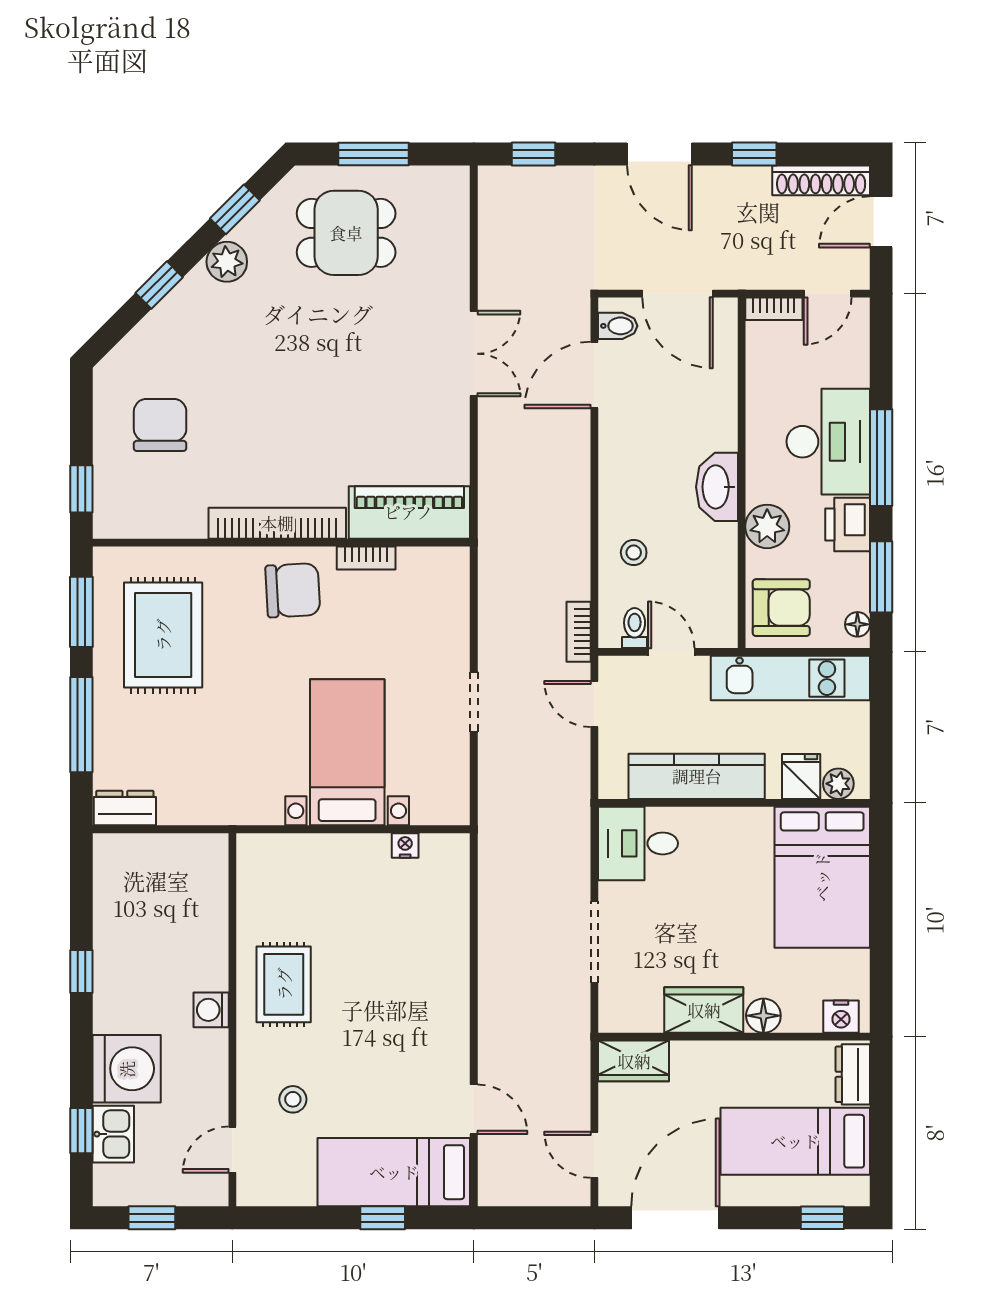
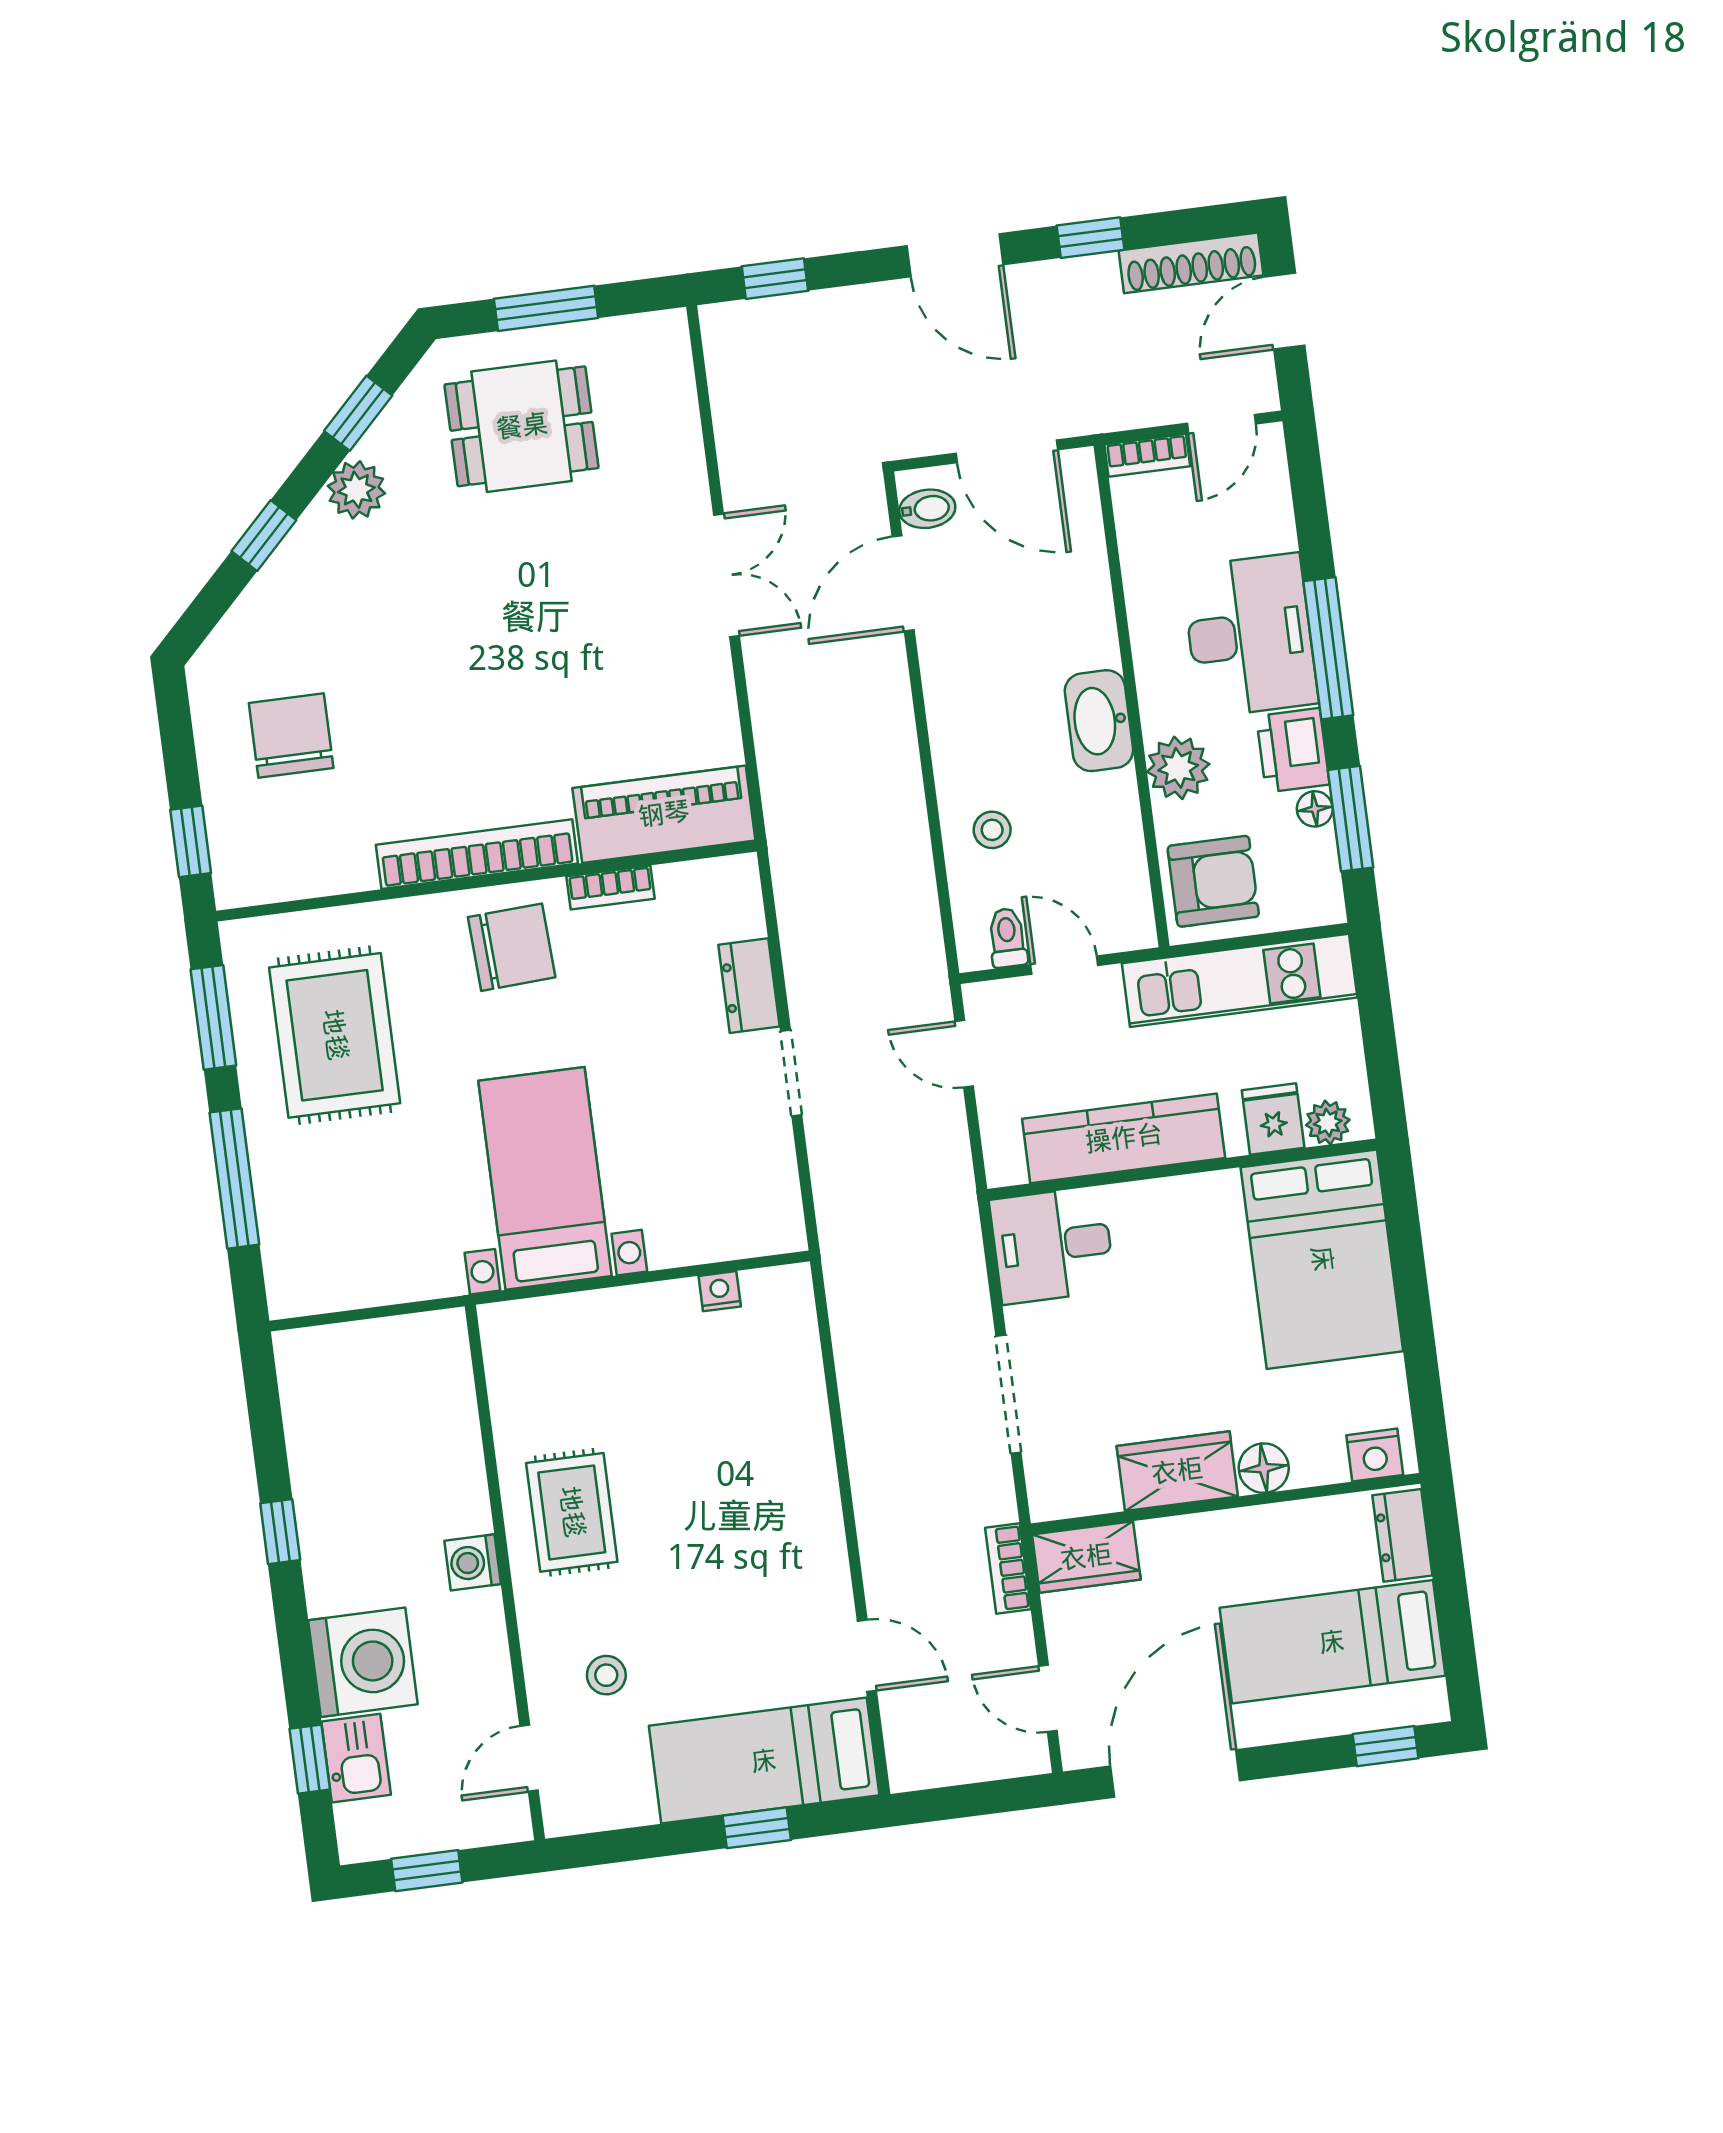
floor lamp: (857, 624) -> (1315, 809), moved
bookcase: (579, 632) -> (1008, 1568), moved
bed with nightstands: (347, 752) -> (545, 1178), moved
dresser: (125, 808) -> (749, 986), moved, turned -90

